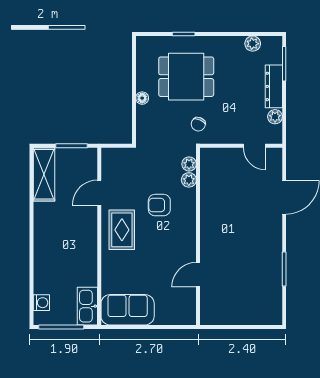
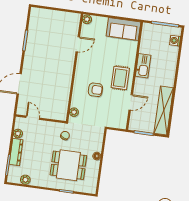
shelving: (44, 174) -> (164, 111), width x1.47
plant: (189, 180) -> (87, 19), moved
kitchen sink: (87, 306) -> (143, 66), moved

